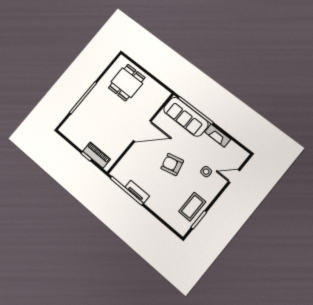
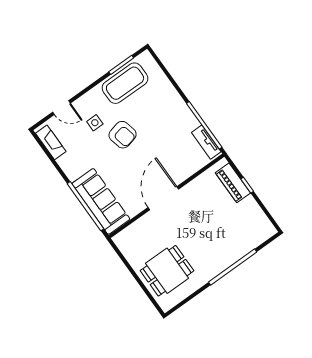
door: (142, 131) -> (163, 198), hinge flipped
fireplace: (218, 136) -> (51, 142), moved
armchair: (172, 165) -> (123, 135), moved
tv unit: (137, 192) -> (206, 142), moved
coffee table: (192, 207) -> (125, 83), width x1.36, depth x1.32

